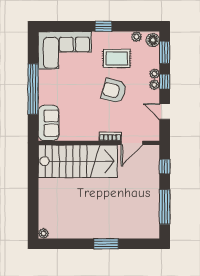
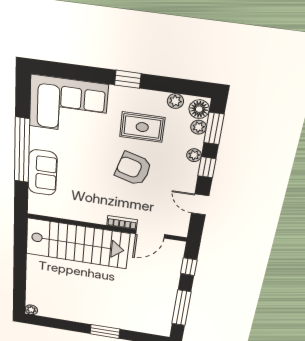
plant: (154, 85) -> (198, 127), moved
sofa: (49, 123) -> (42, 173), moved

